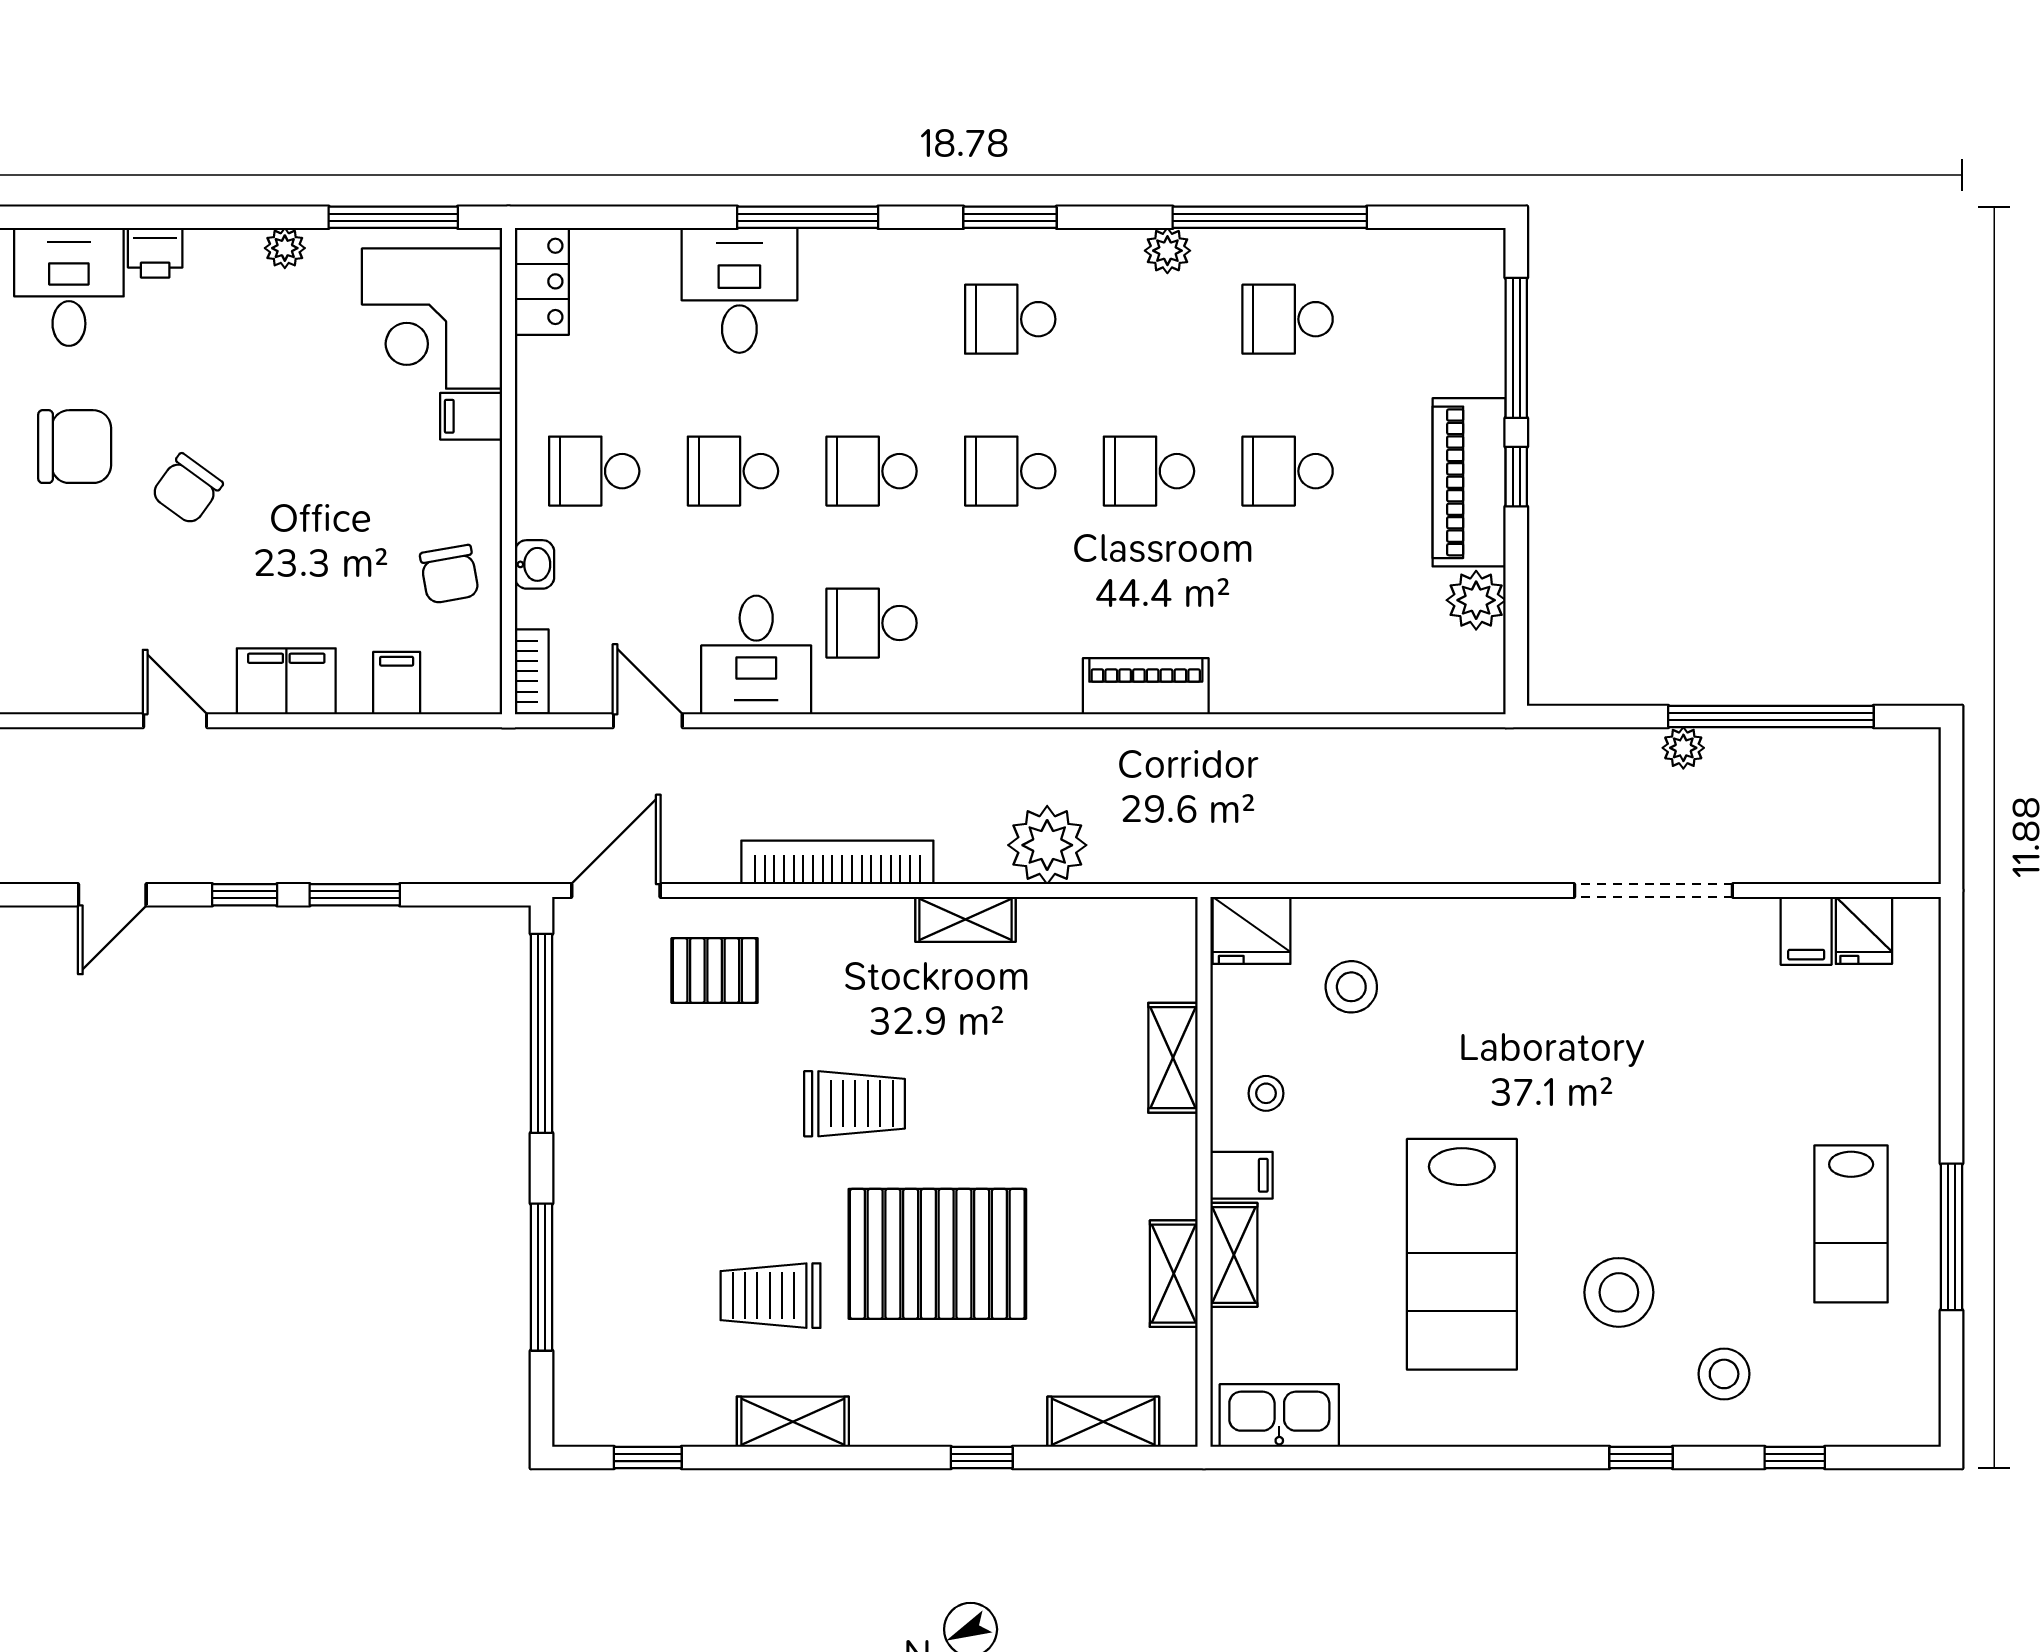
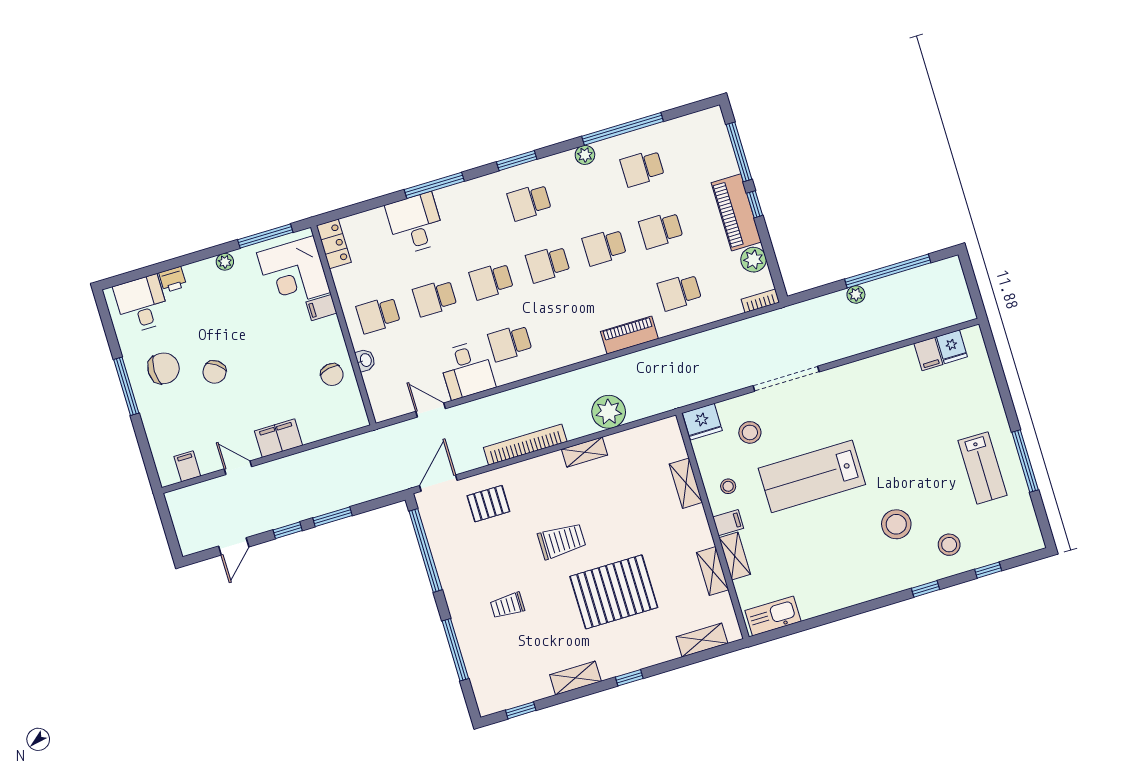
school desk: (1288, 623) -> (679, 292), added
bookcase: (532, 671) -> (760, 301), moved, turned -90
filing cabinet: (397, 683) -> (187, 466), moved
doorway: (1653, 891) -> (786, 379), moved
lab bench: (1462, 1254) -> (812, 476), moved, turned 90
trolley: (771, 1296) -> (507, 605), moved, width x0.73, depth x0.72
window: (982, 1458) -> (629, 678), moved

